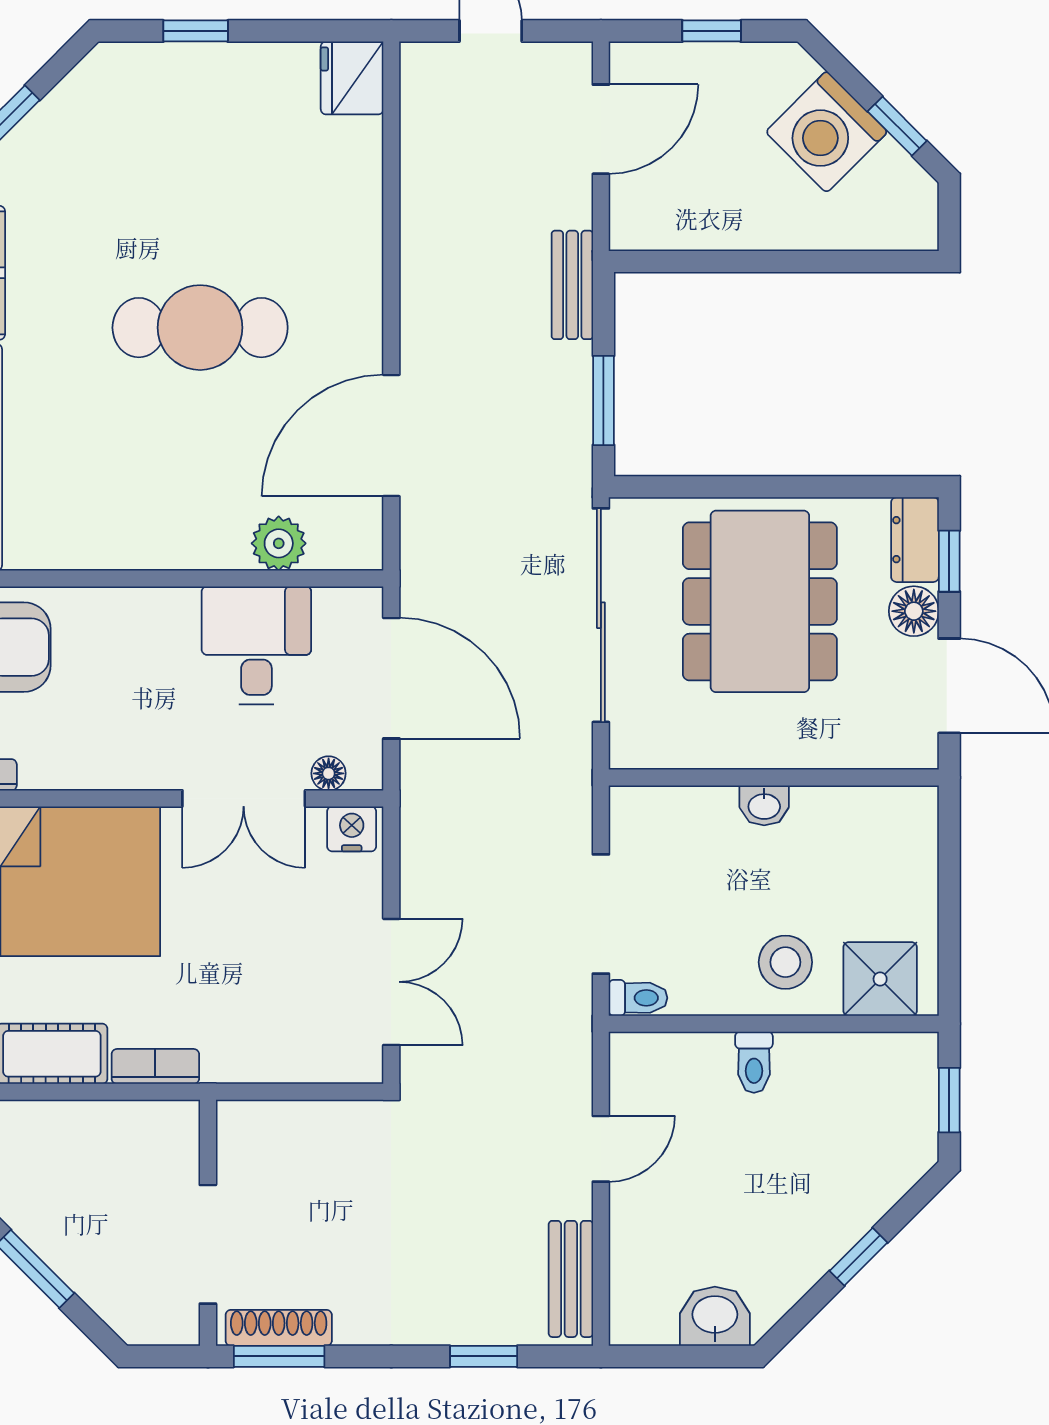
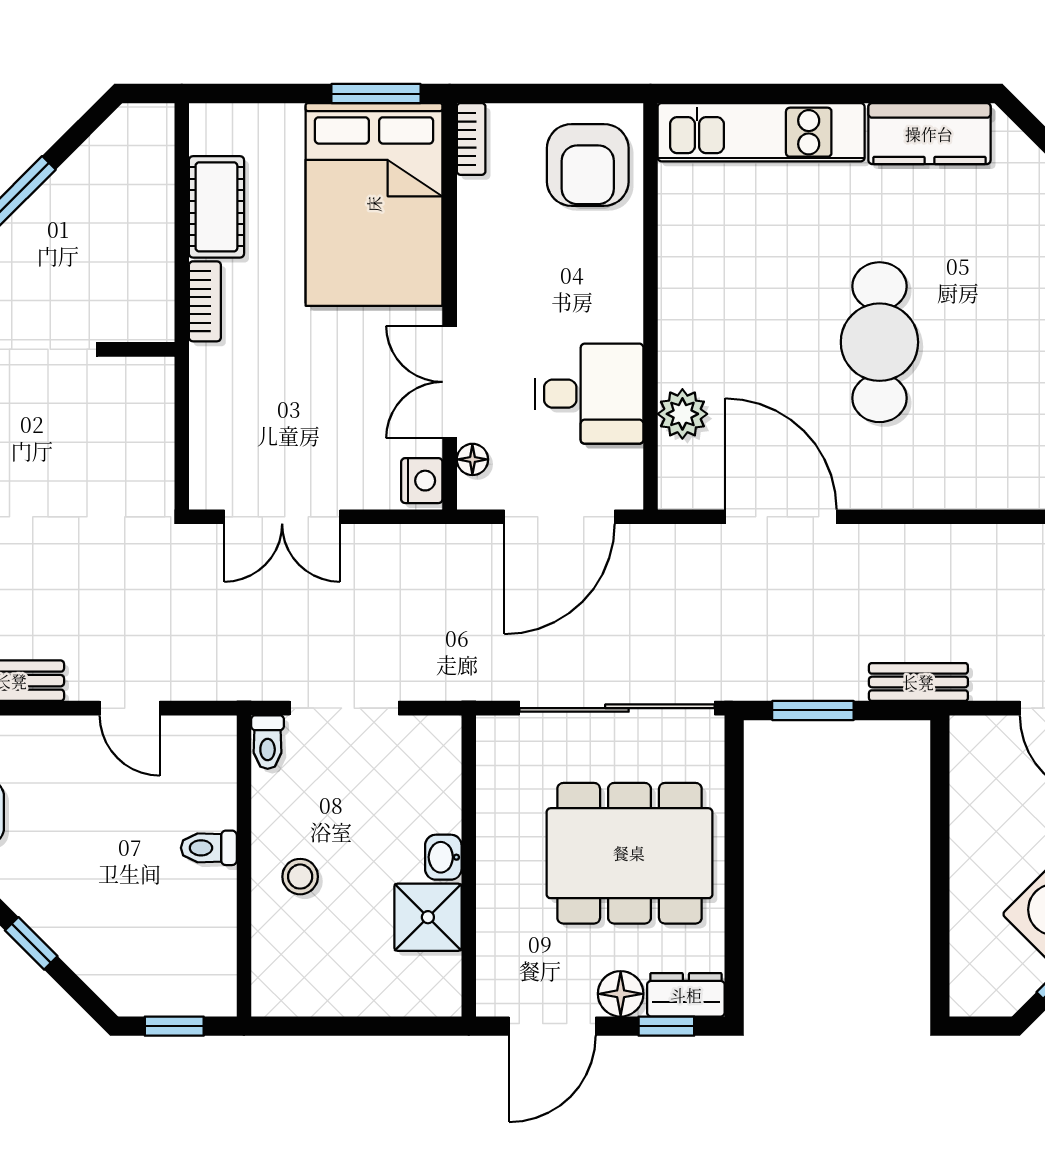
stool: (785, 962) -> (300, 877), width x0.73, depth x0.73
shower: (880, 979) -> (428, 917), moved

